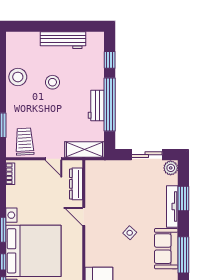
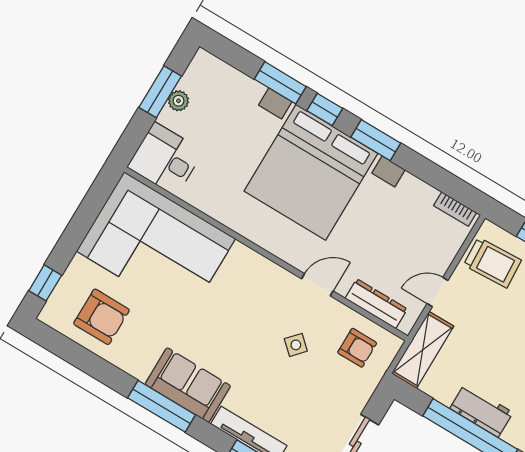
armchair: (102, 180) -> (357, 348), added
side table: (130, 233) -> (296, 345), moved

